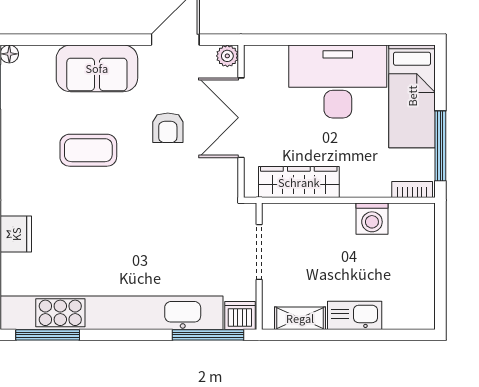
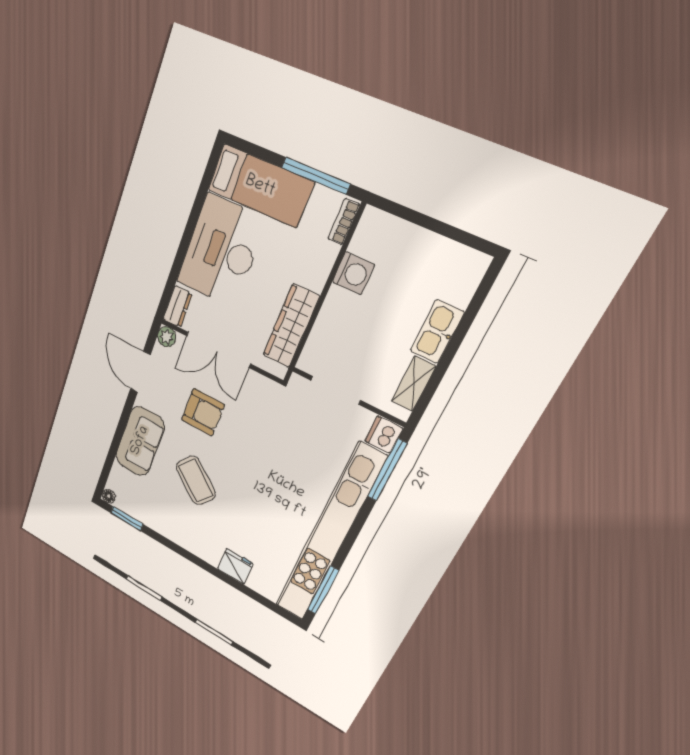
dresser: (264, 56) -> (178, 307), added
armchair: (168, 128) -> (203, 412), width x1.38, depth x1.38
coffee table: (88, 150) -> (196, 481), turned -52

